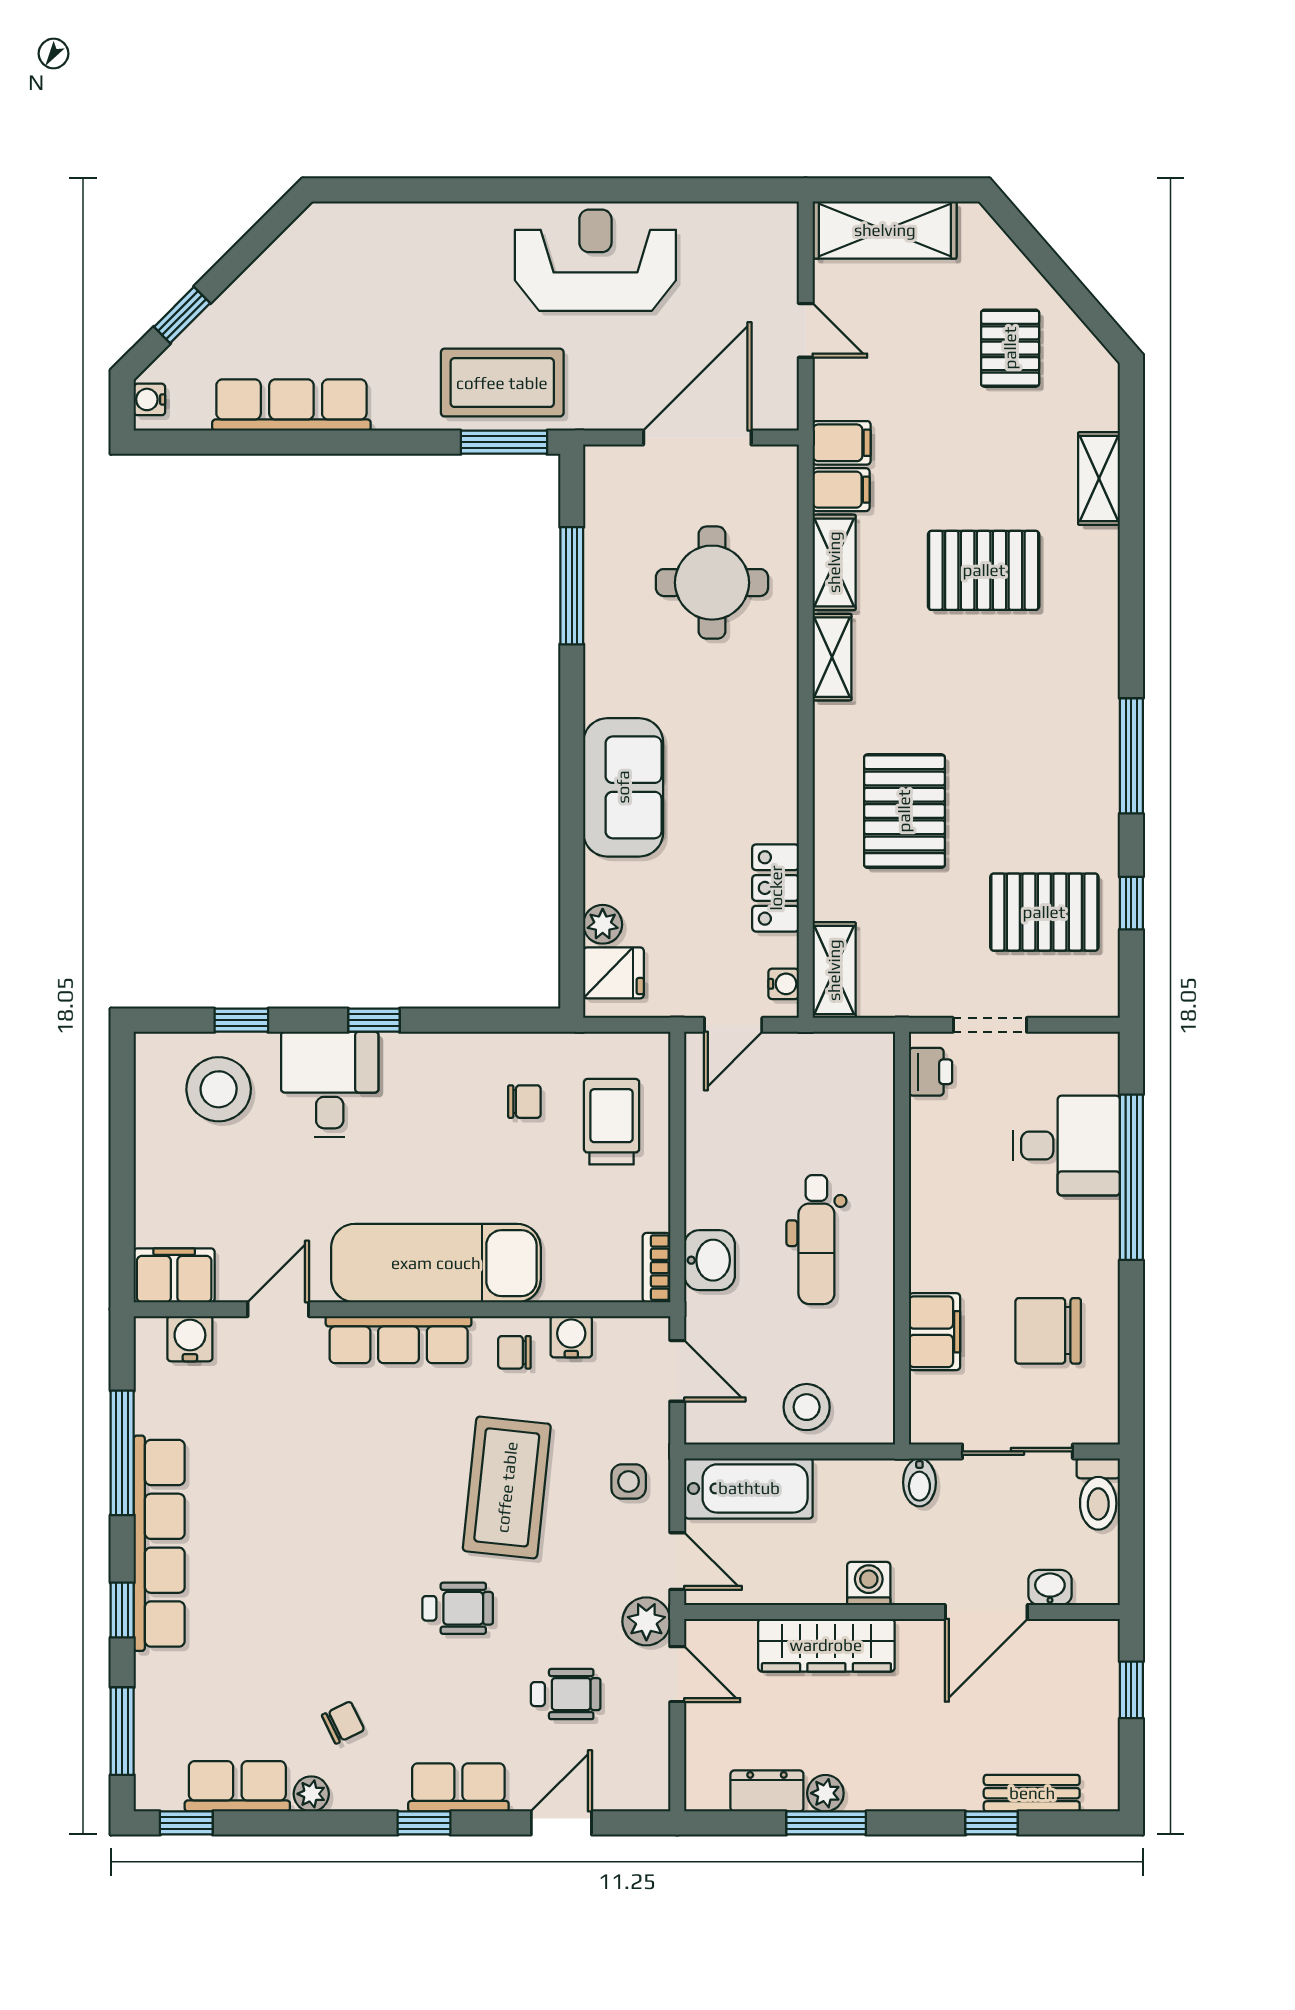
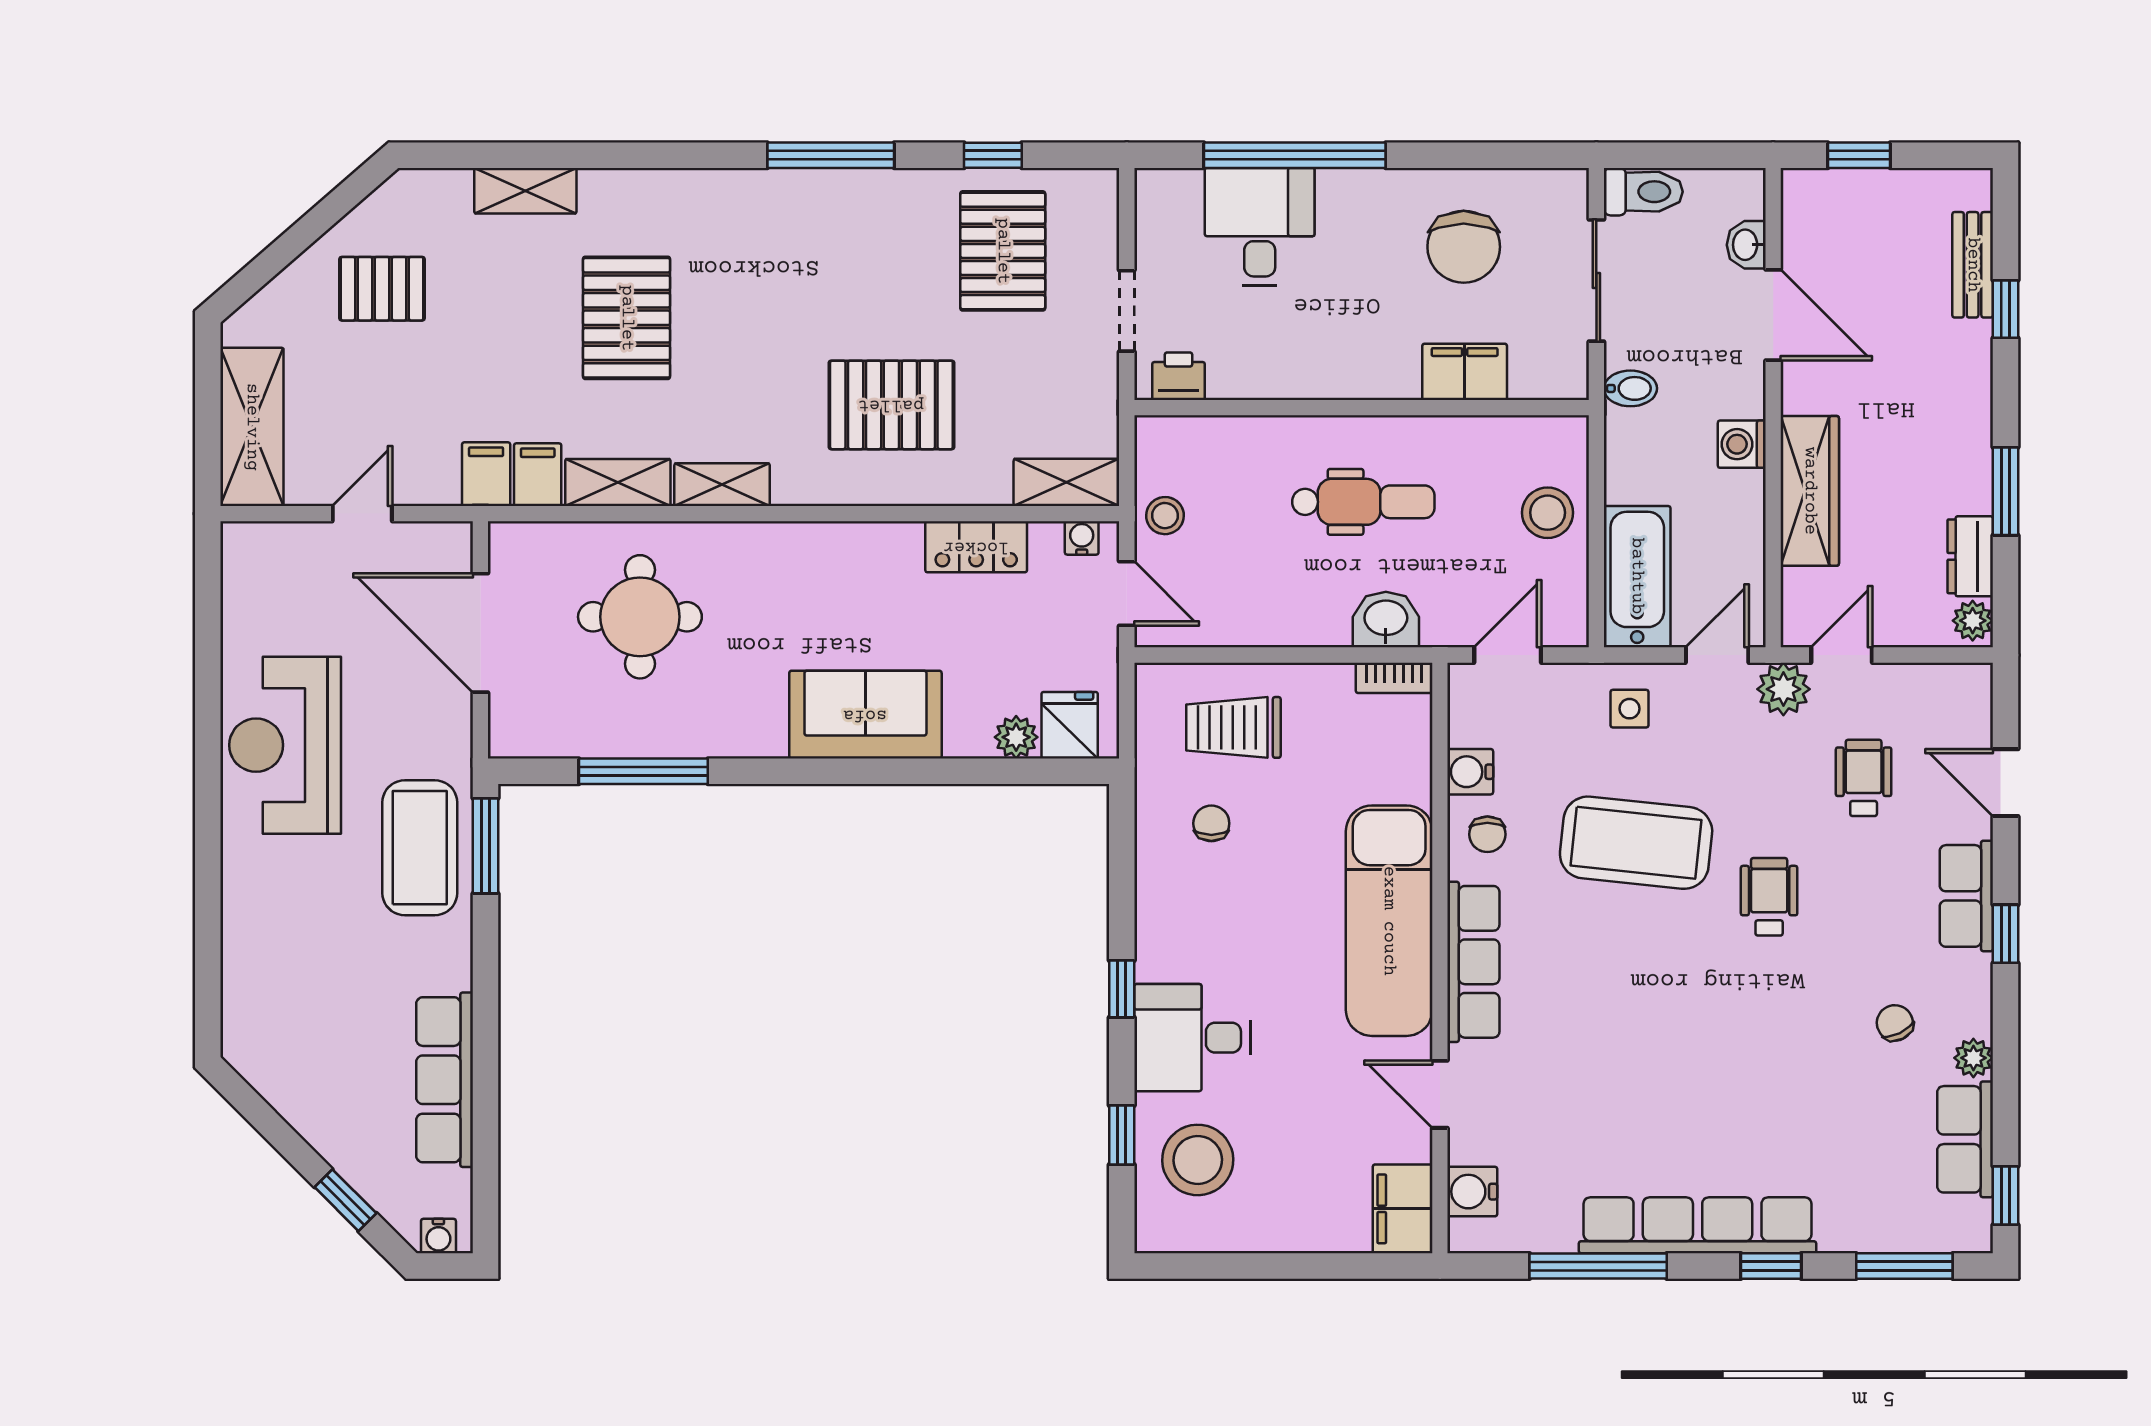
stool: (804, 1060) -> (1165, 516), added
plant: (825, 1793) -> (1973, 621), moved

